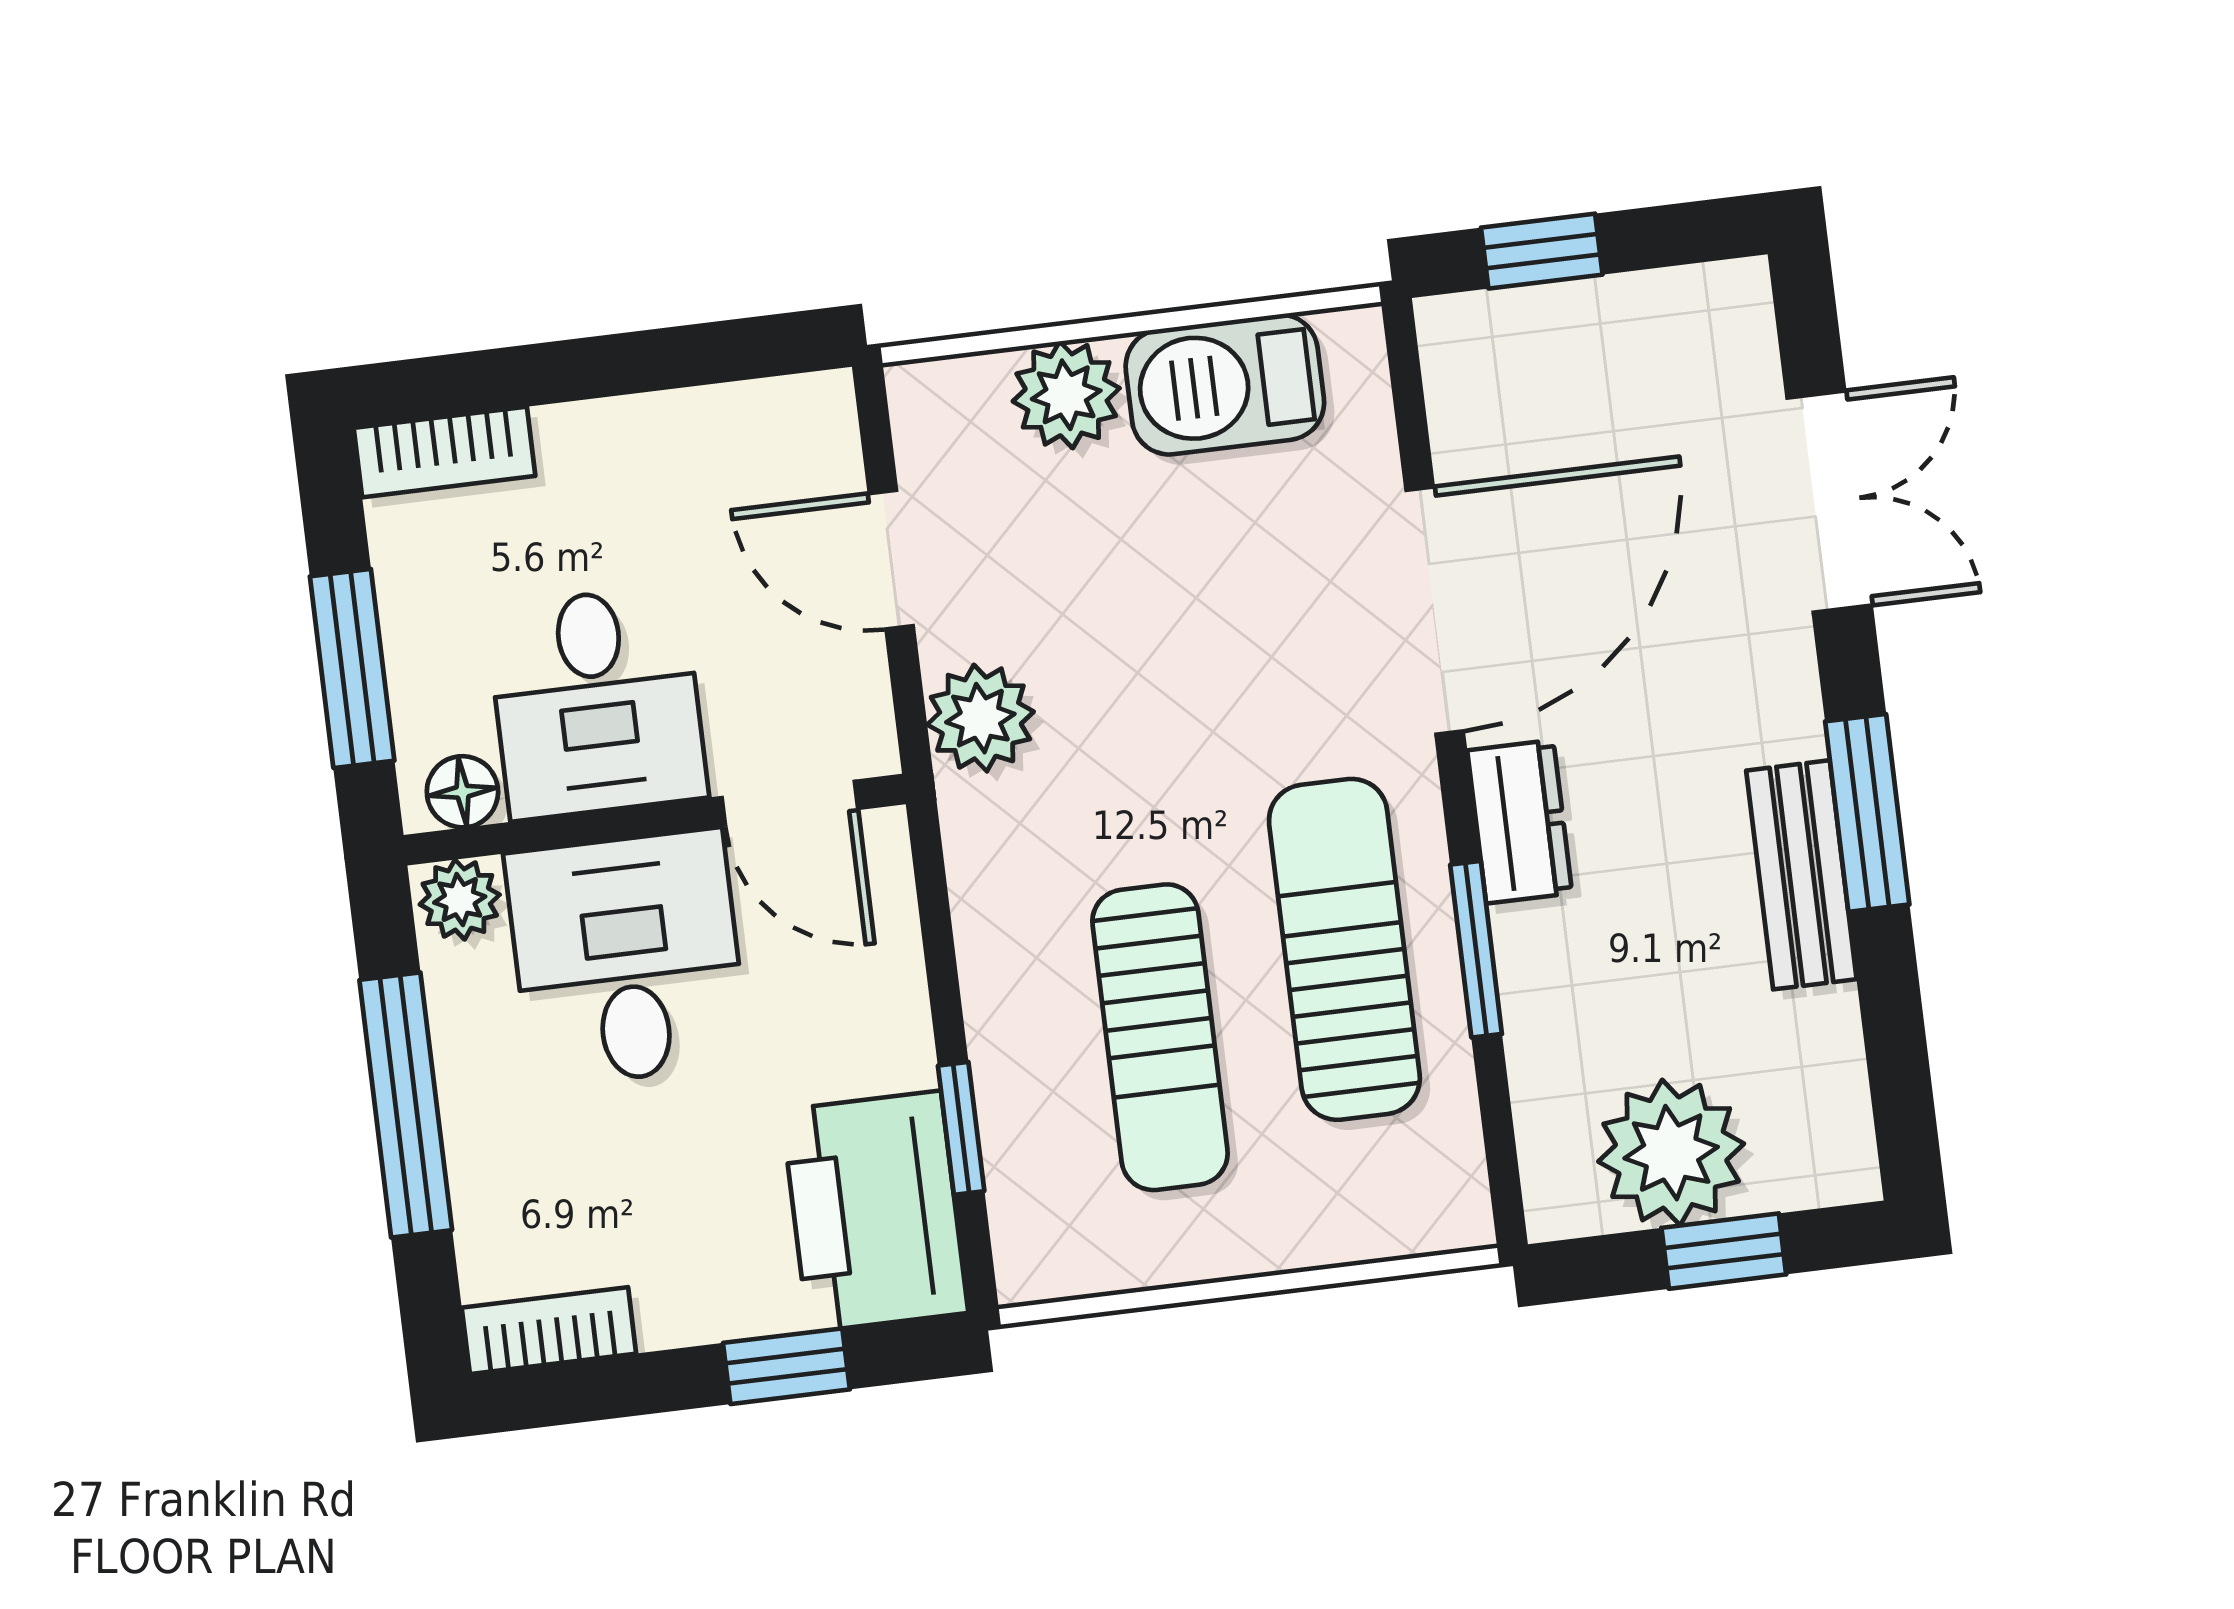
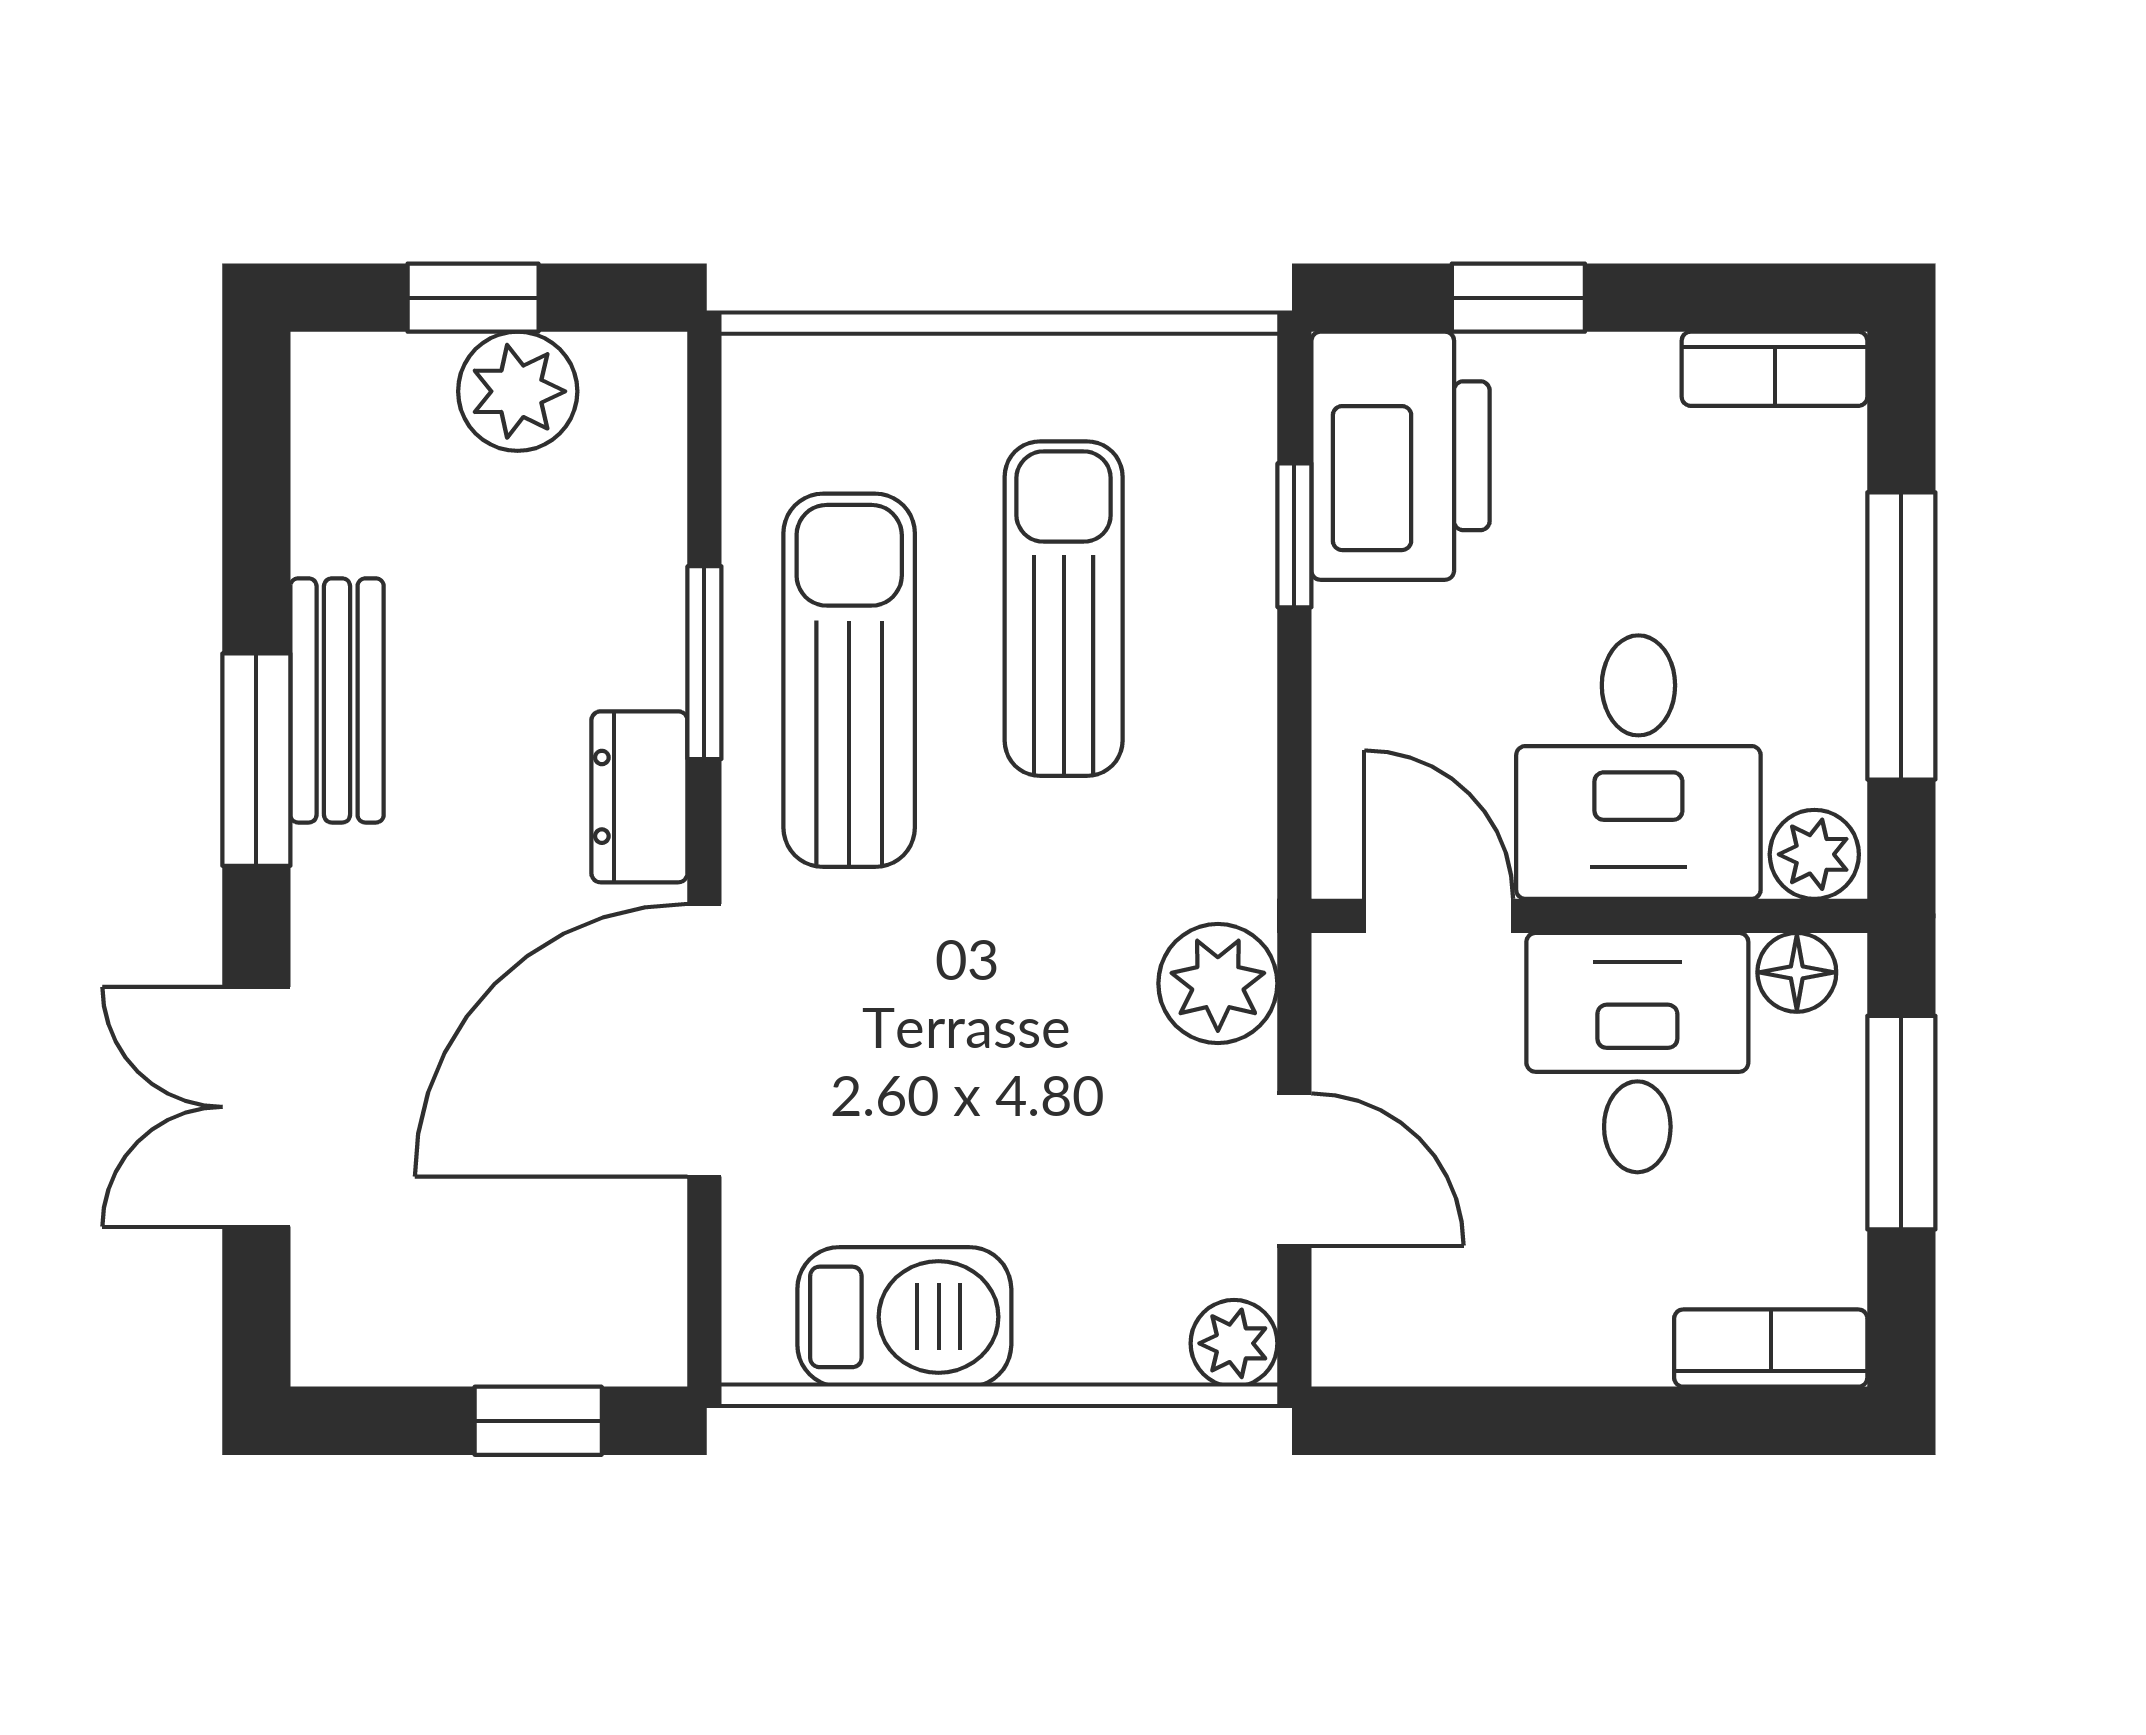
plant: (1066, 395) -> (1234, 1343), moved, width x0.73, depth x0.73
sun lounger: (1344, 949) -> (849, 680), turned 180
plant: (1671, 1153) -> (518, 391), width x0.73, depth x0.73

